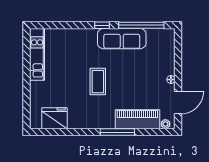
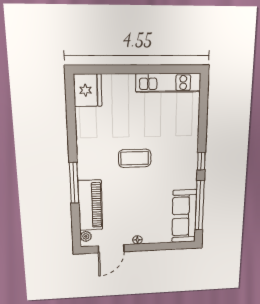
sofa: (122, 39) -> (184, 216), moved
door: (178, 103) -> (111, 249), hinge flipped
fridge: (55, 118) -> (88, 90), moved

